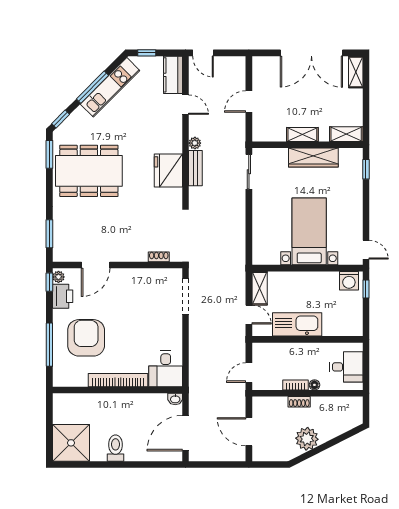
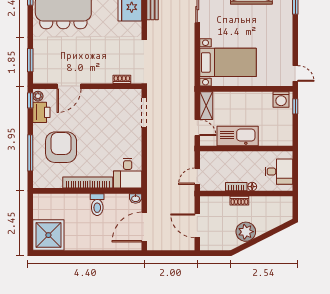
bed with nightstands: (309, 231) -> (228, 62), moved, turned 90
toilet: (116, 448) -> (97, 205), moved, turned 180

